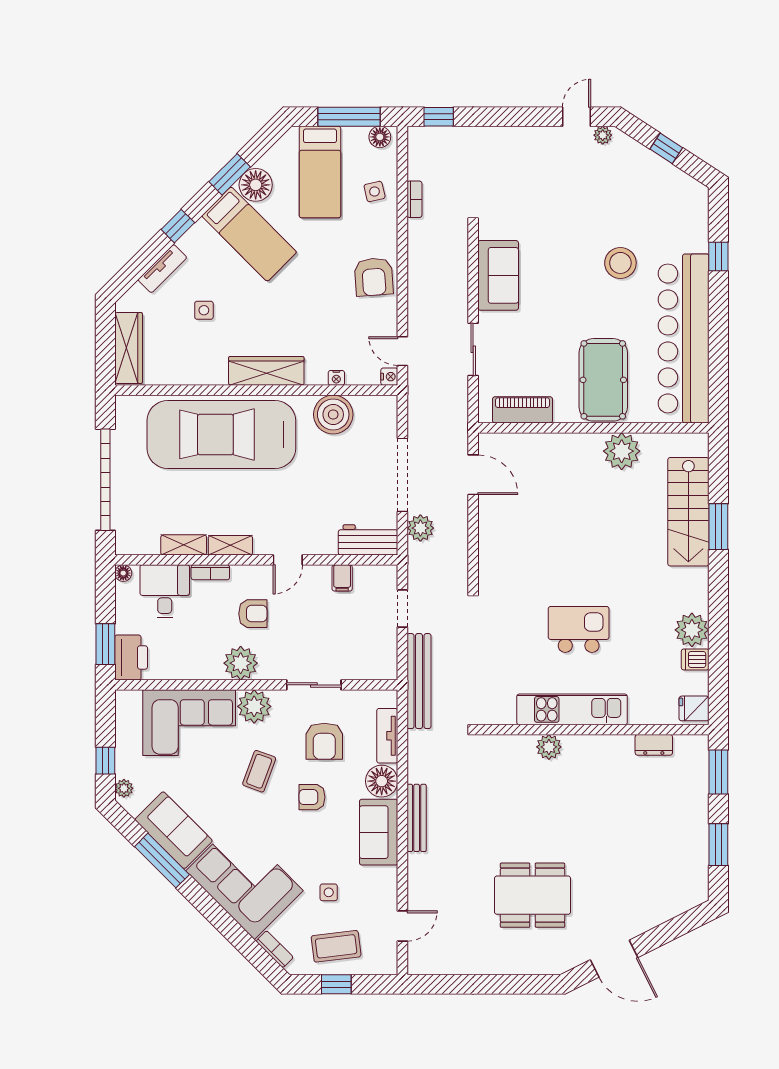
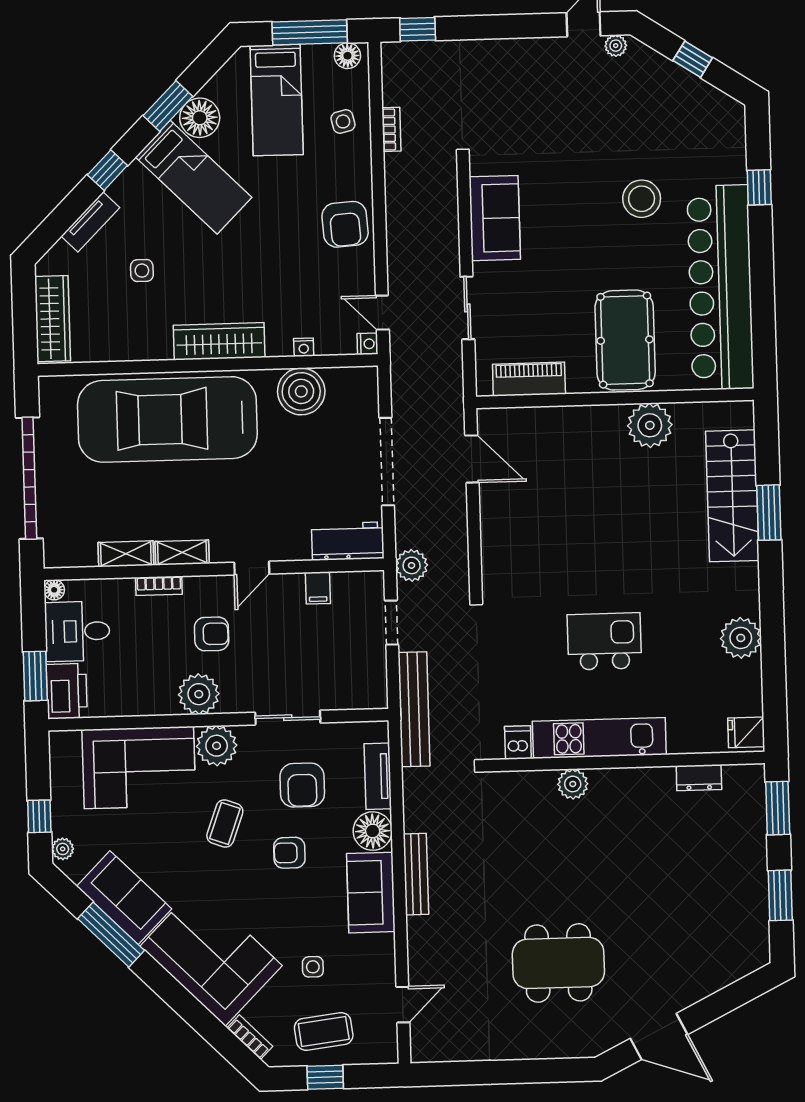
plant: (420, 528) -> (412, 565), moved
desk: (165, 591) -> (77, 631), moved, turned -90
dishwasher: (695, 659) -> (518, 743), moved, turned 90

